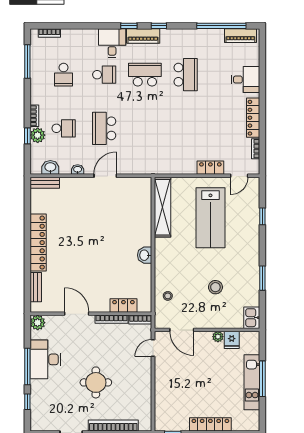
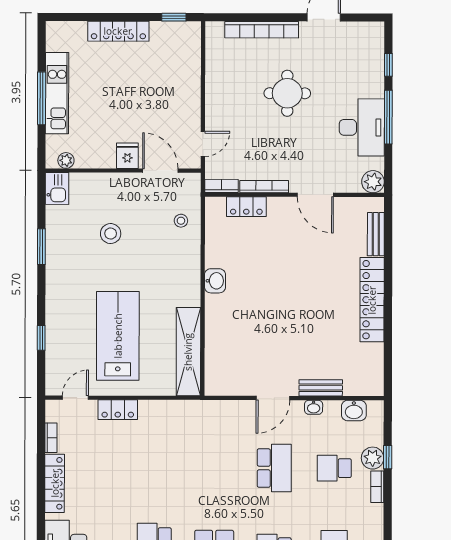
bench: (45, 183) -> (321, 388), moved
plant: (218, 337) -> (66, 160), moved
fridge: (232, 340) -> (127, 156), moved

